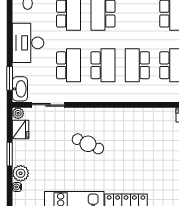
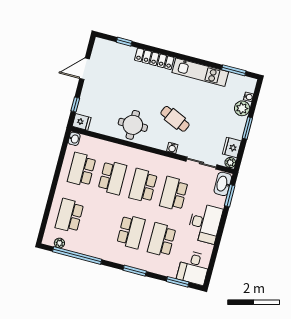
water cooler: (83, 113) -> (172, 148), added
round table: (130, 126) -> (133, 125), added

